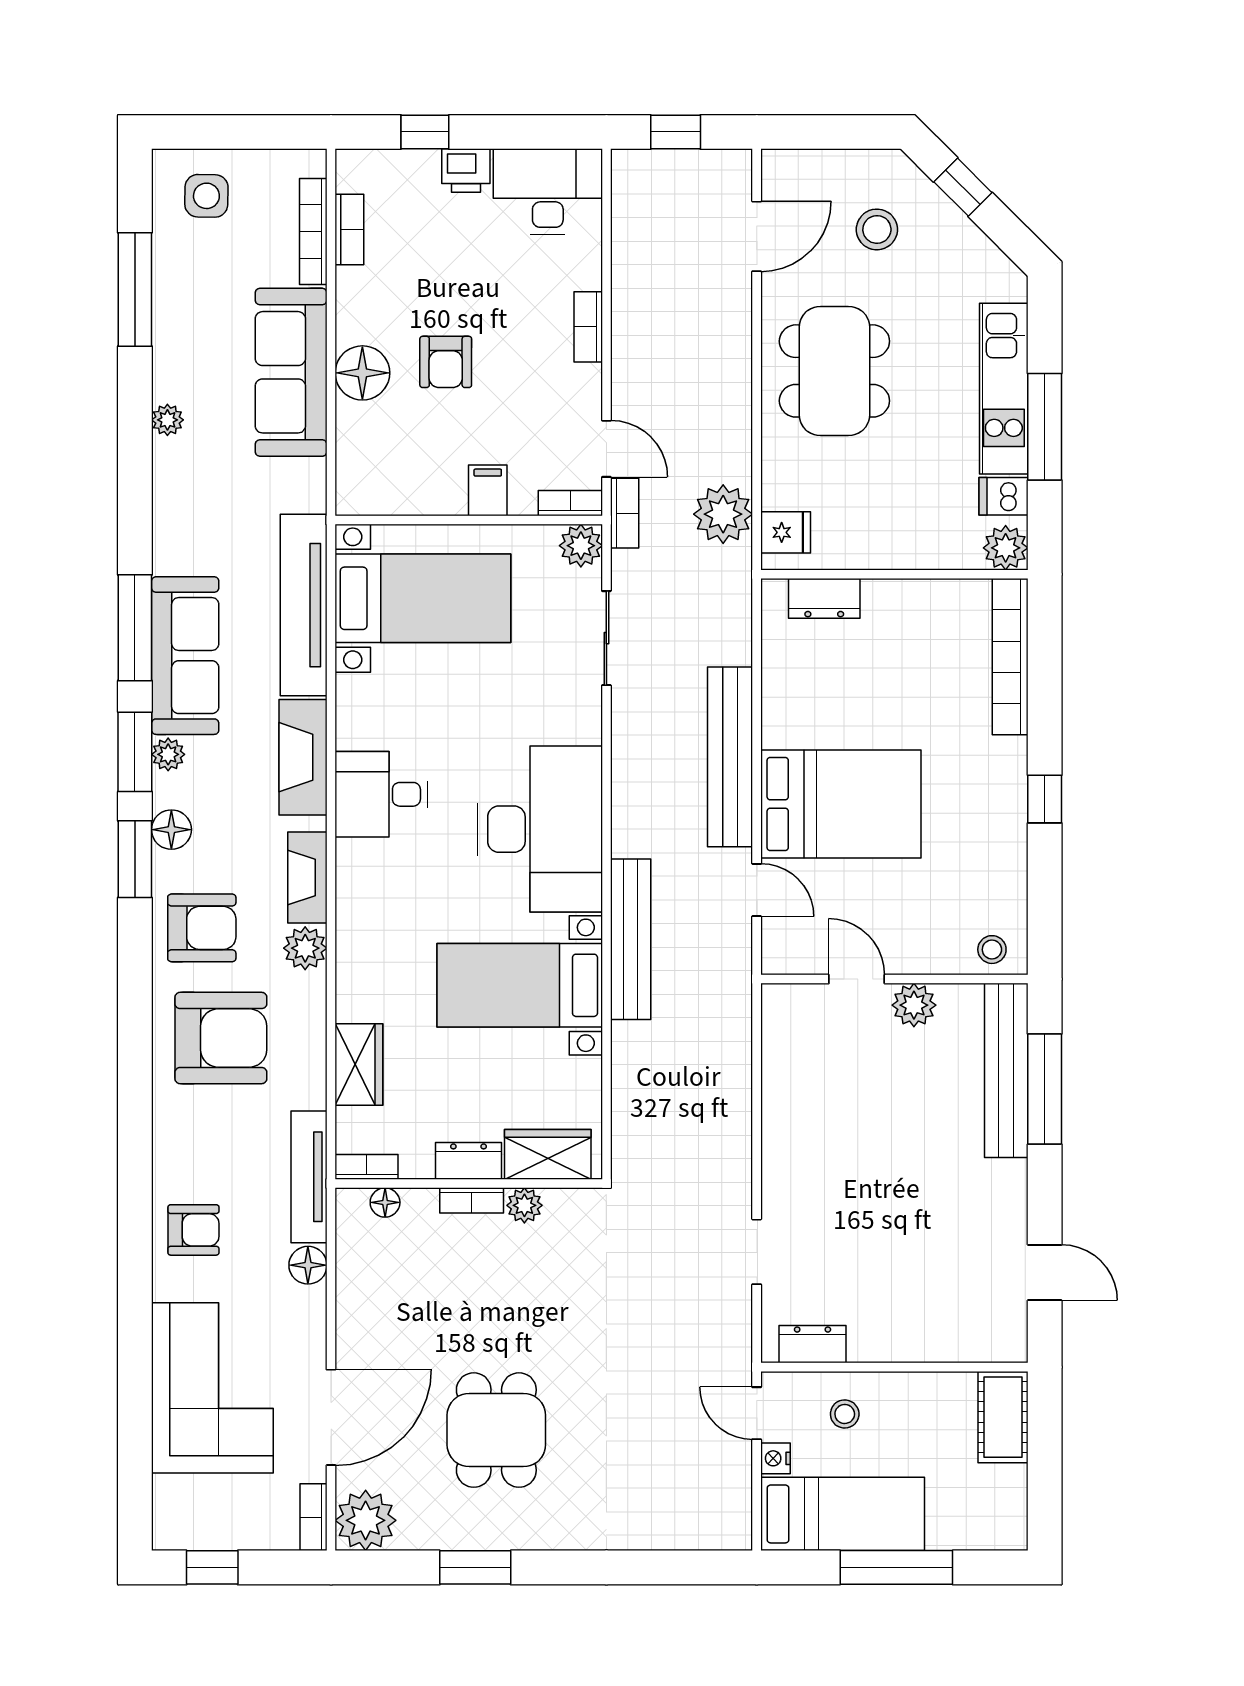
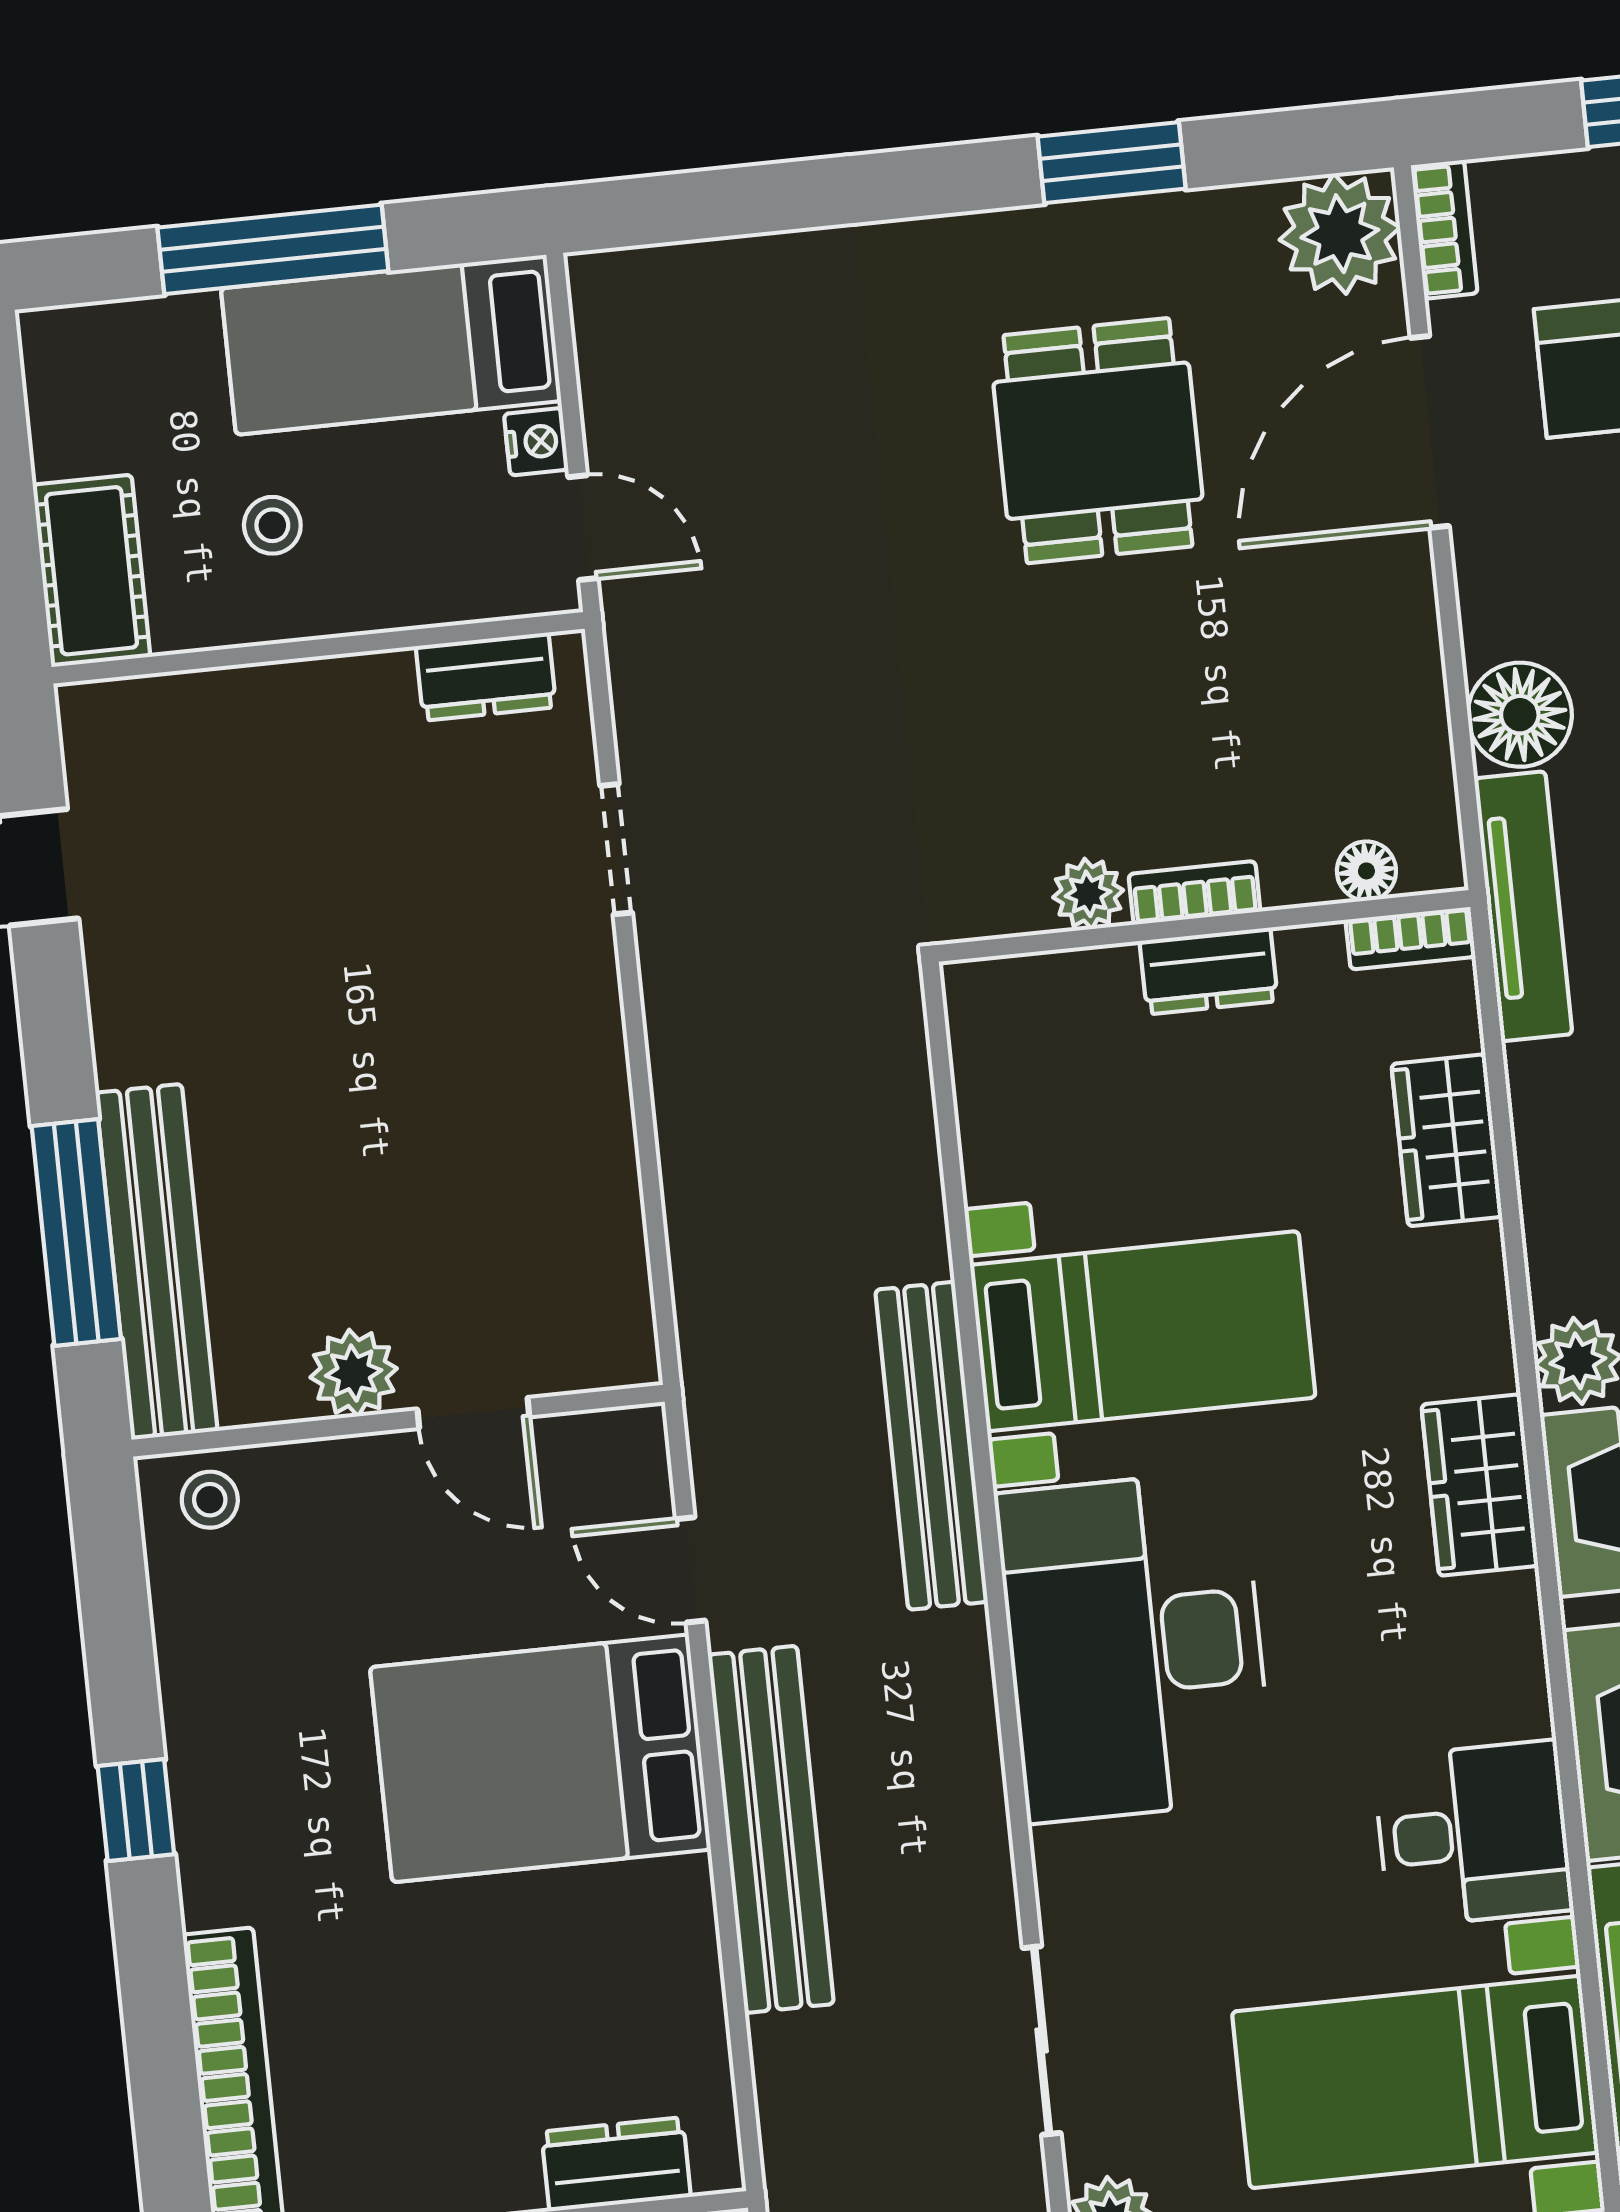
desk: (381, 794) -> (1473, 1834), moved
wardrobe: (548, 1154) -> (1480, 1485), moved, turned 90
floor lamp: (308, 1265) -> (1520, 715), width x1.38, depth x1.38
stool: (845, 1414) -> (272, 525), moved

